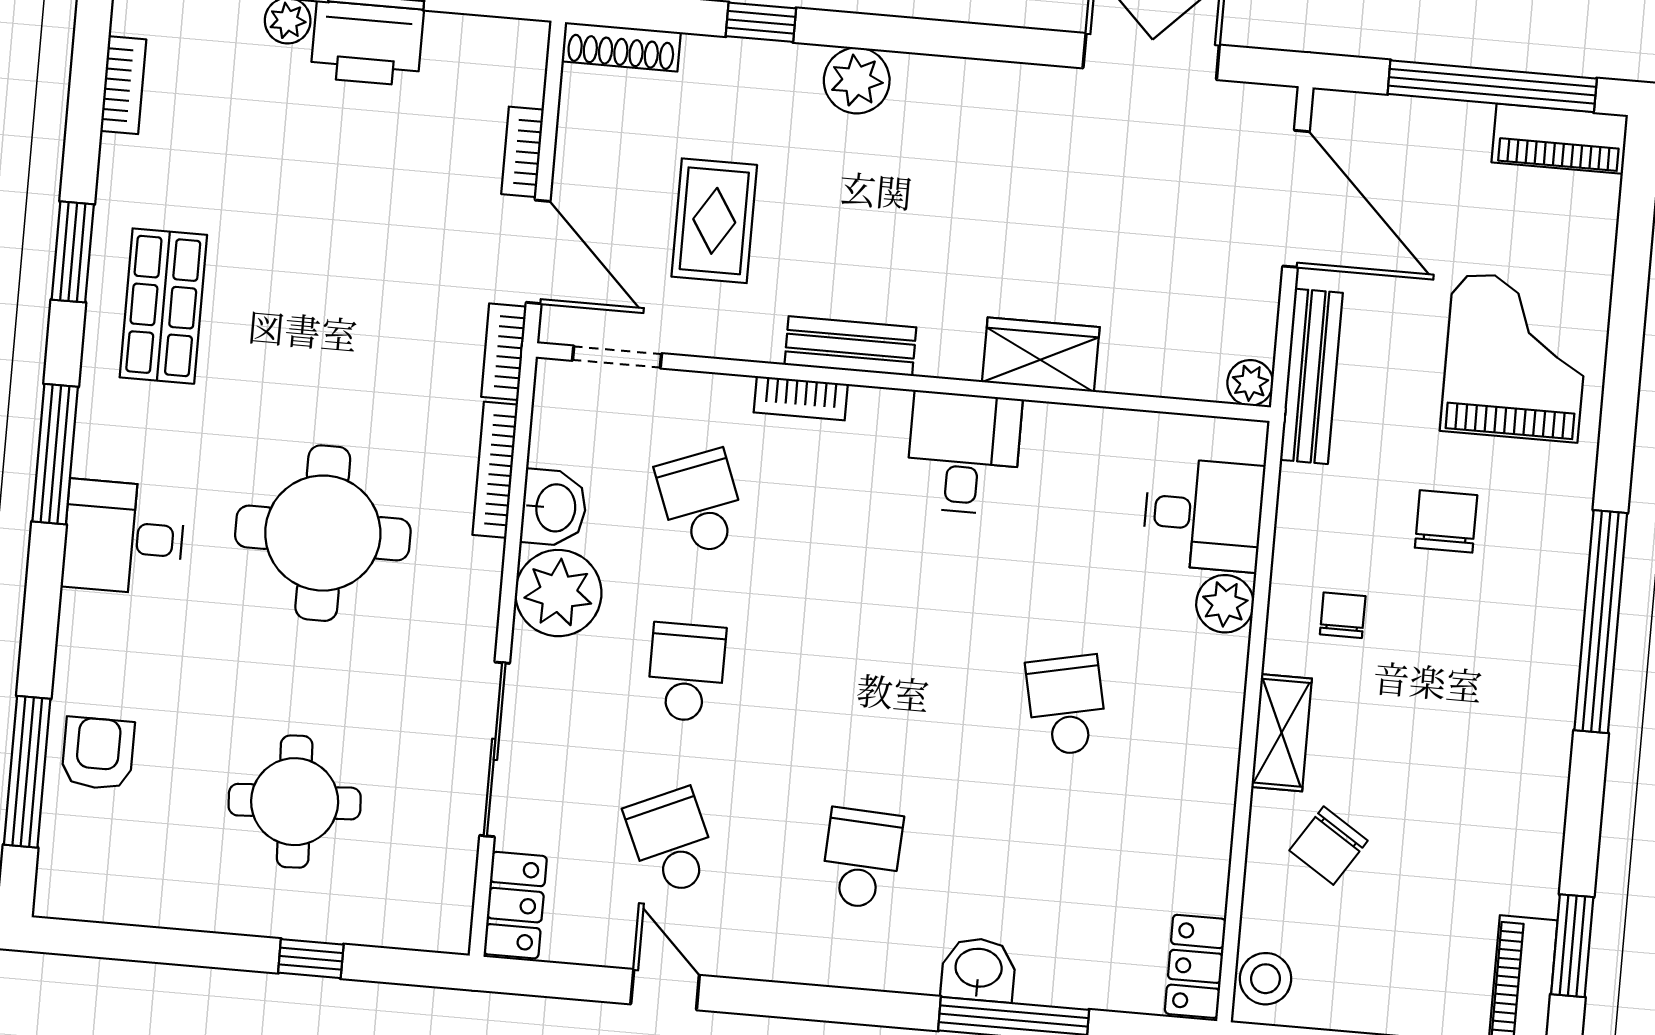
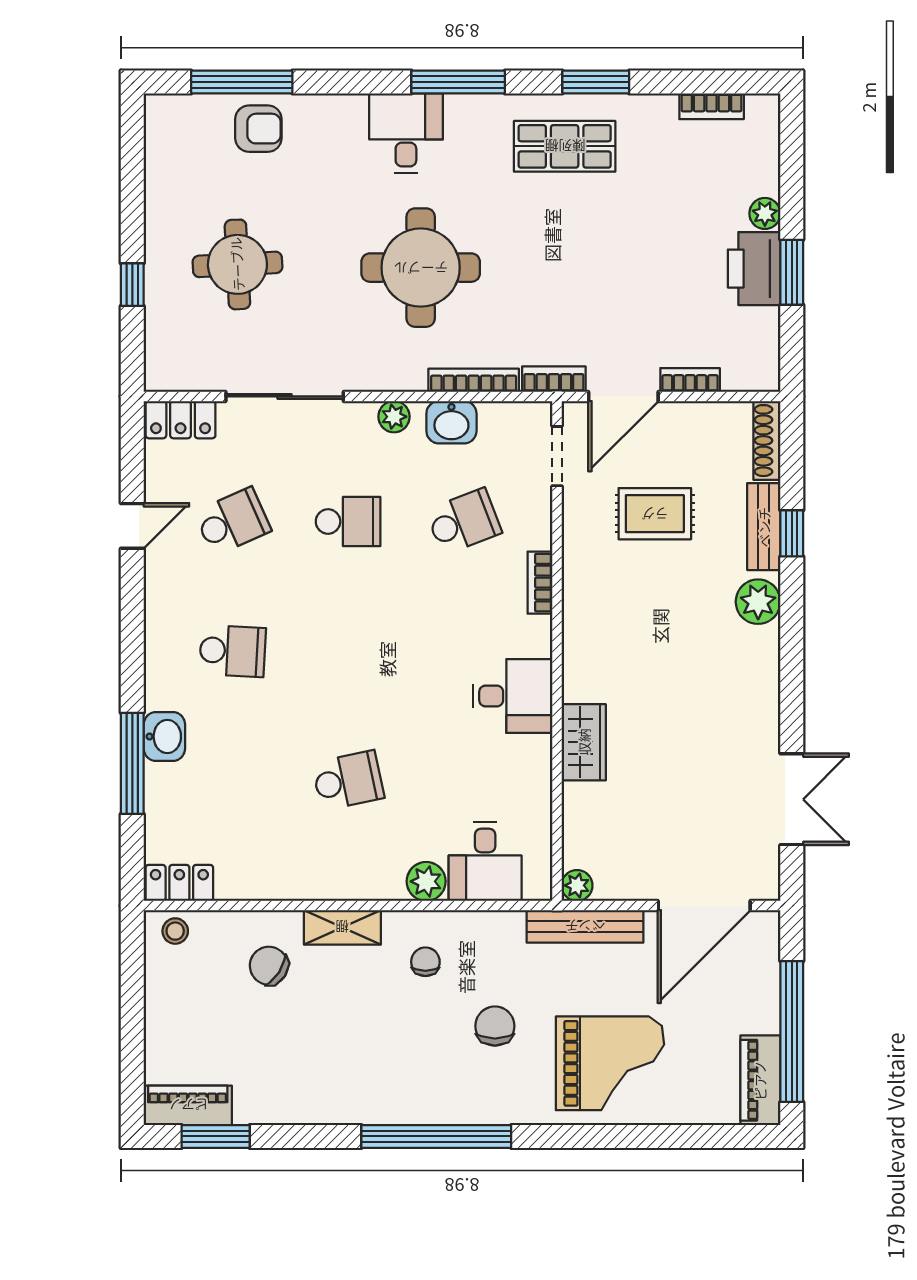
bench: (850, 346) -> (764, 527), moved
chair: (1446, 521) -> (495, 1026), turned -90
plant: (558, 593) -> (394, 417), width x0.53, depth x0.53
chair: (1343, 615) -> (425, 962), turned -90
stool: (1266, 979) -> (175, 931), width x0.73, depth x0.73

